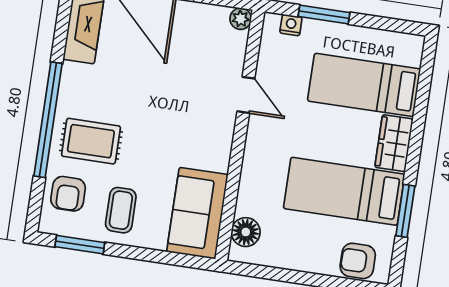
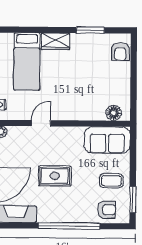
rug: (91, 141) -> (55, 176), moved, turned 90
bed: (344, 191) -> (85, 64), removed

